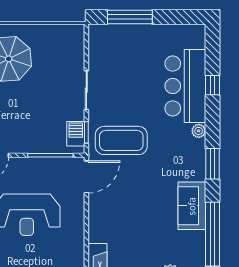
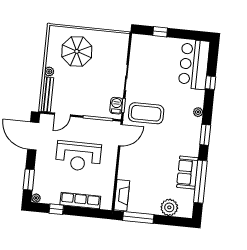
window: (130, 17) -> (160, 32), width x0.46
bar counter: (185, 86) -> (194, 64), moved
sofa: (192, 206) -> (187, 173), moved

